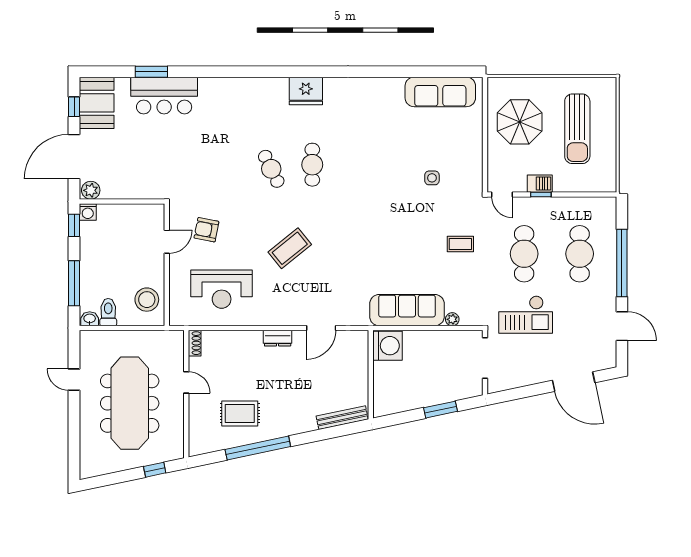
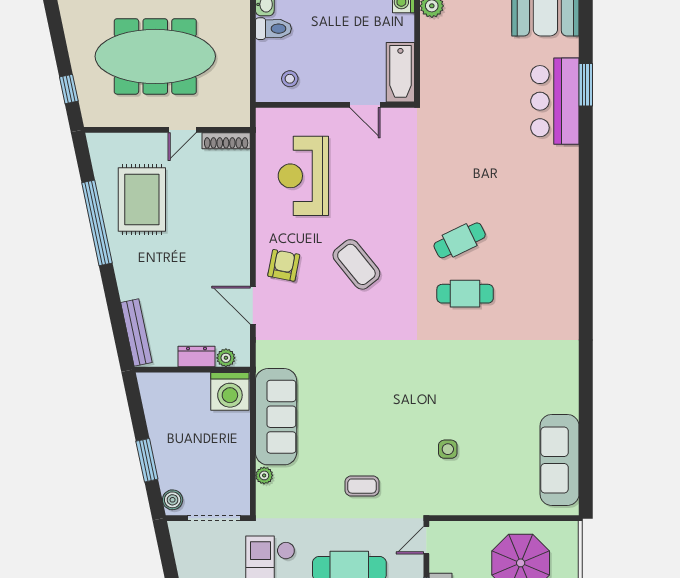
fridge: (306, 91) -> (561, 285), removed
bathtub: (142, 214) -> (400, 72), added
armchair: (206, 230) -> (284, 265), moved
coffee table: (460, 244) -> (362, 486), turned 90
stool: (147, 300) -> (290, 79), width x0.53, depth x0.53
dresser: (278, 338) -> (197, 357), moved, turned 90
shoe rack: (195, 343) -> (226, 141), width x1.43
plant: (362, 349) -> (226, 358), added
boiler: (471, 390) -> (173, 500), added
rug: (240, 413) -> (142, 199), width x1.36, depth x1.43

